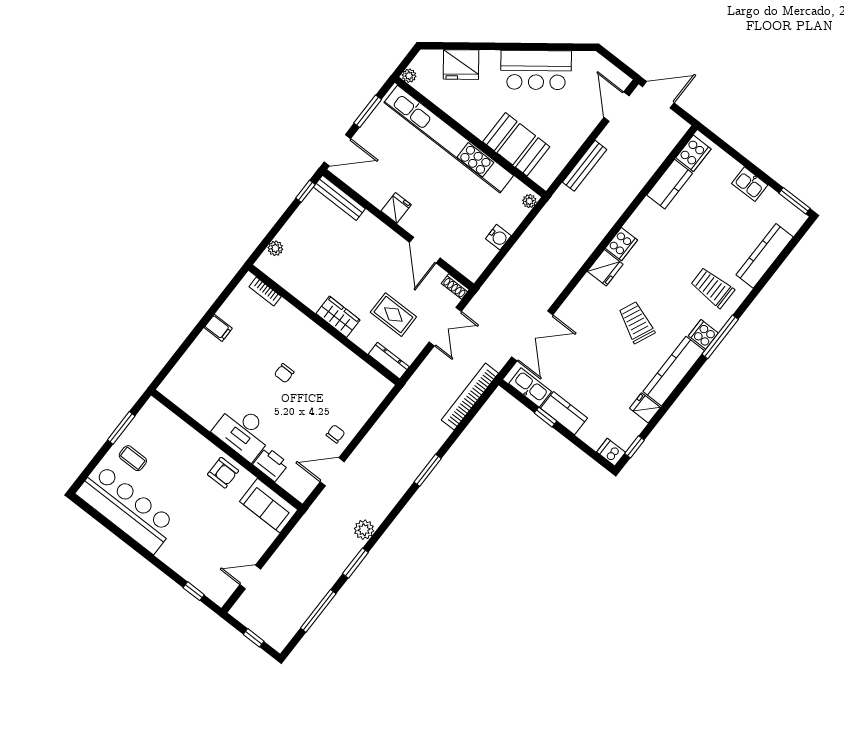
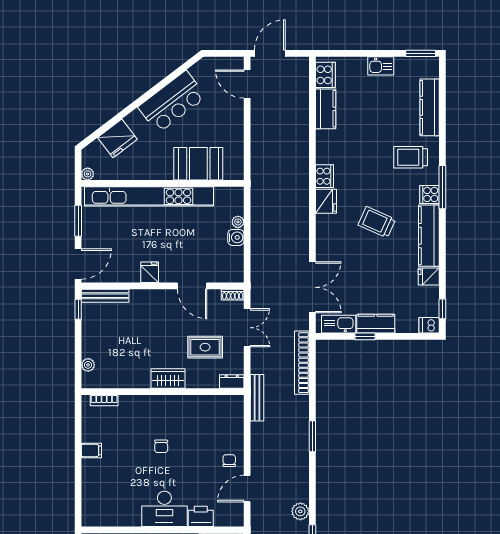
bench: (585, 166) -> (257, 398), moved
plant: (529, 201) -> (238, 222), moved
dresser: (389, 361) -> (232, 381), width x0.70

